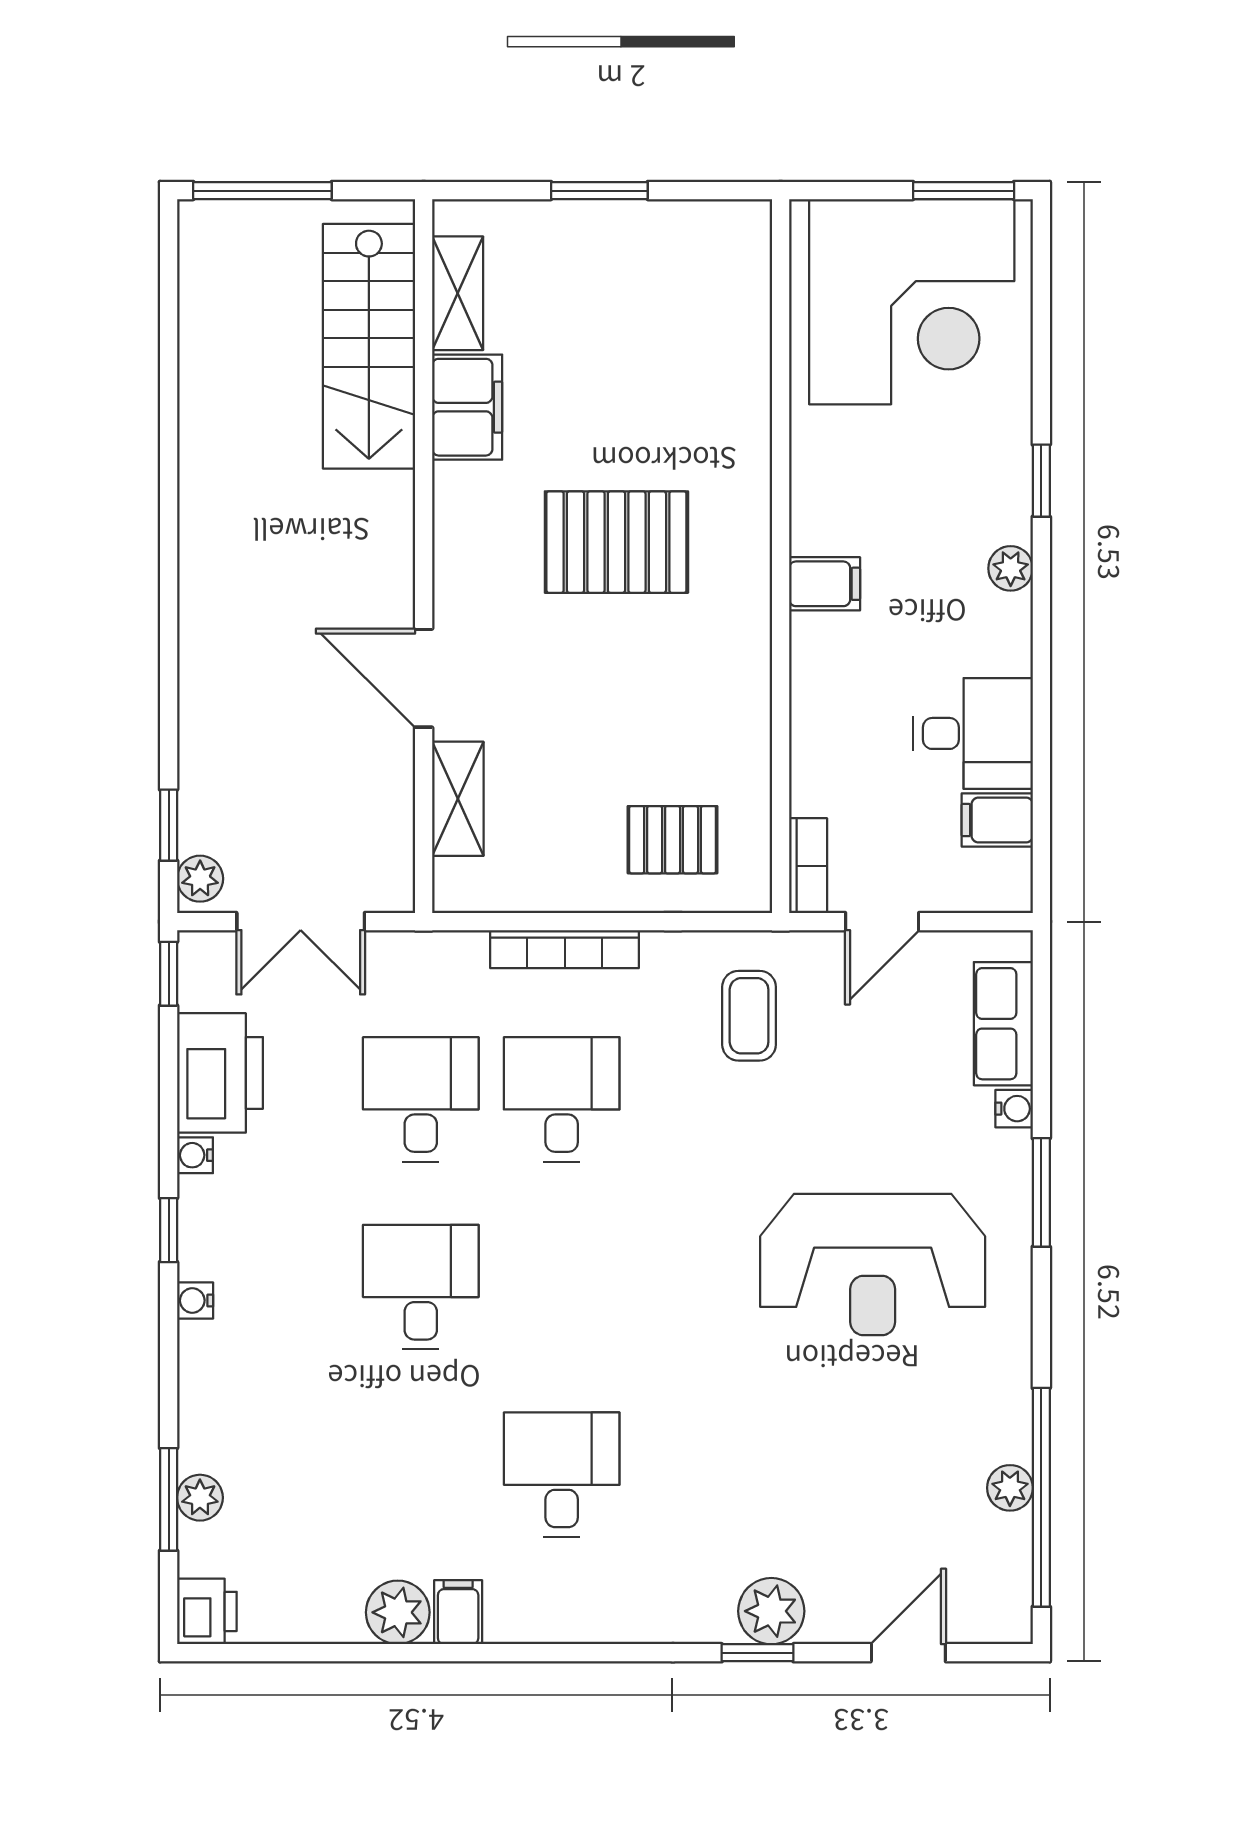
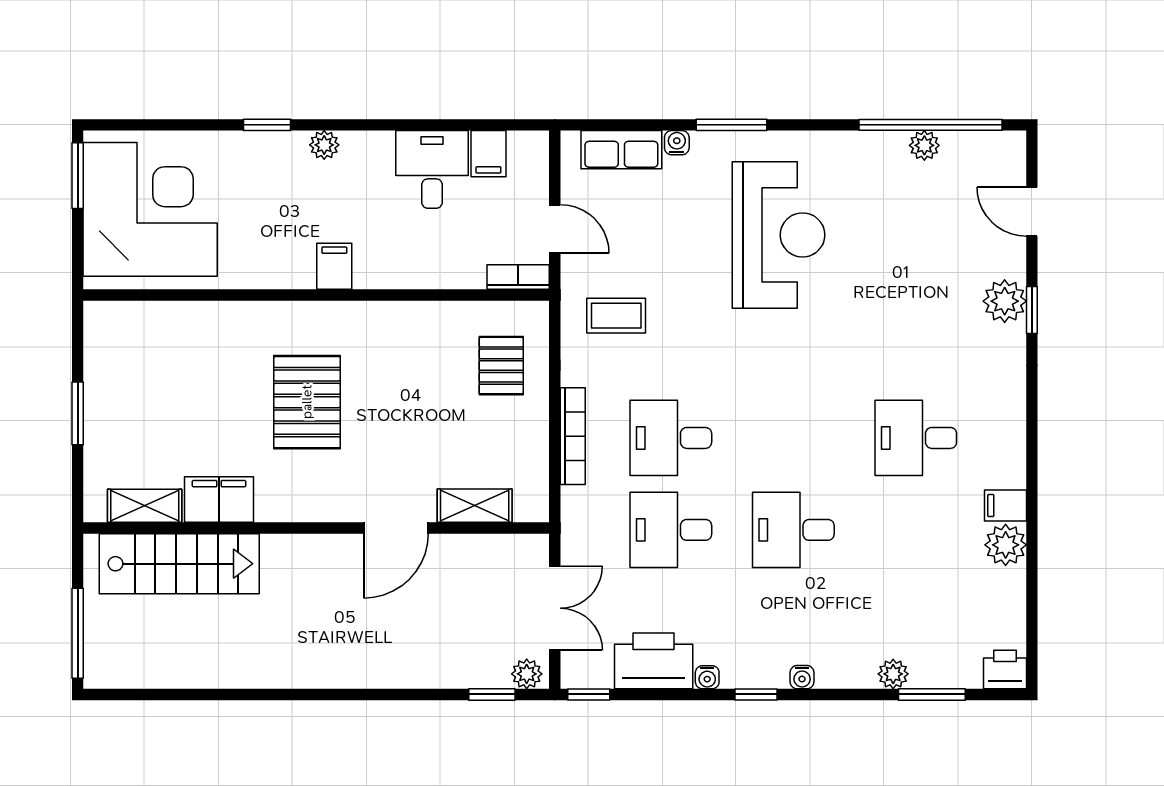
plant: (200, 1498) -> (893, 674), moved

